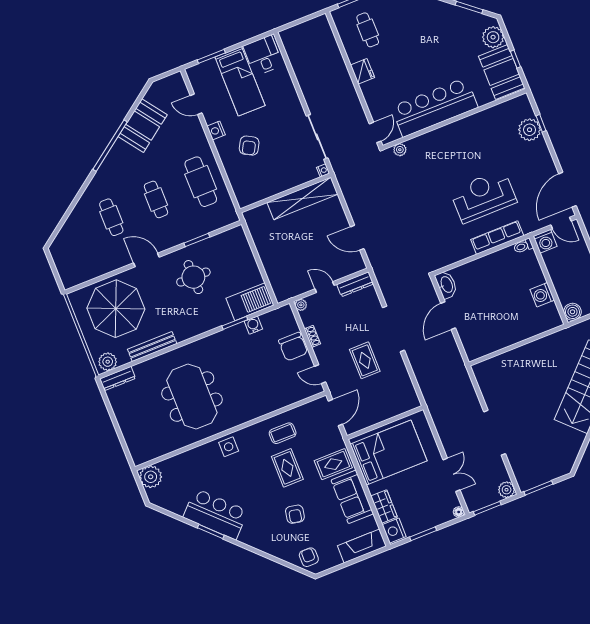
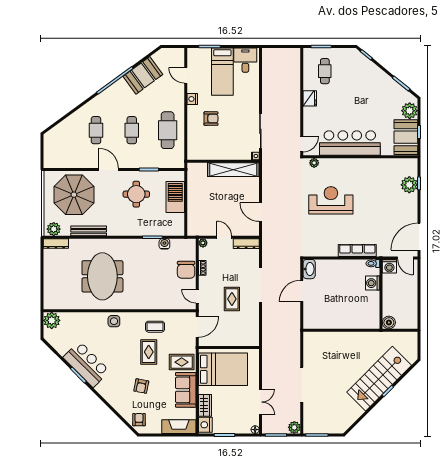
armchair: (249, 146) -> (211, 119), turned -119
reception desk: (483, 196) -> (331, 200), moved
washing machine: (542, 295) -> (373, 283), moved
barbecue: (250, 302) -> (175, 197), moved, turned -90

